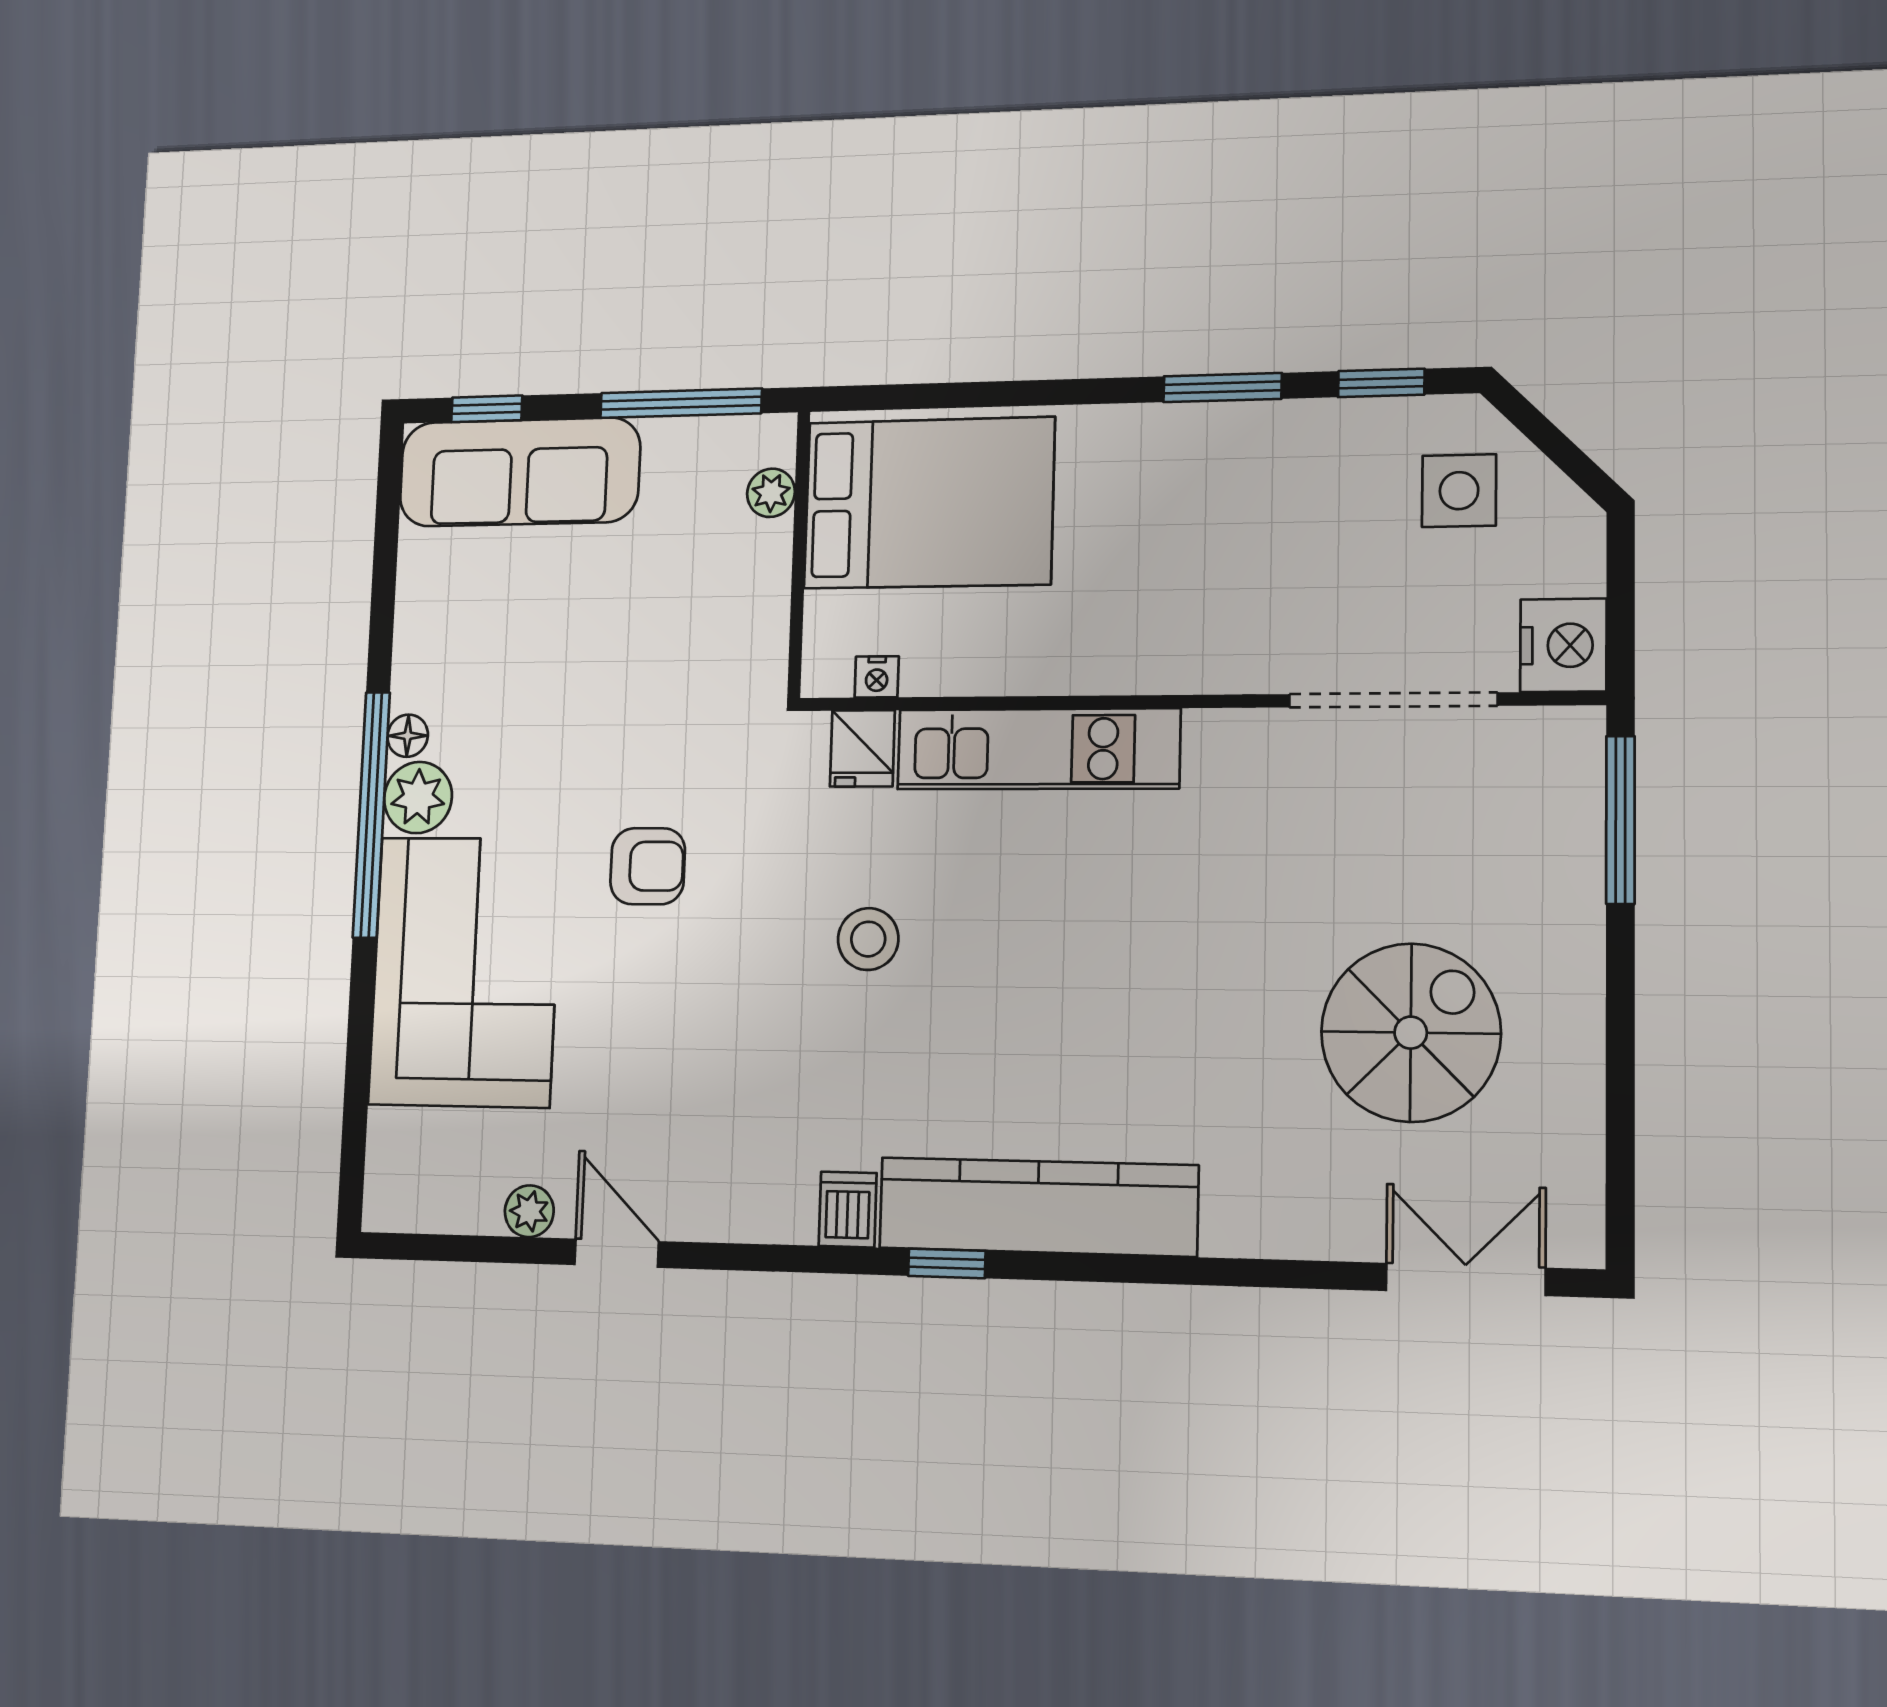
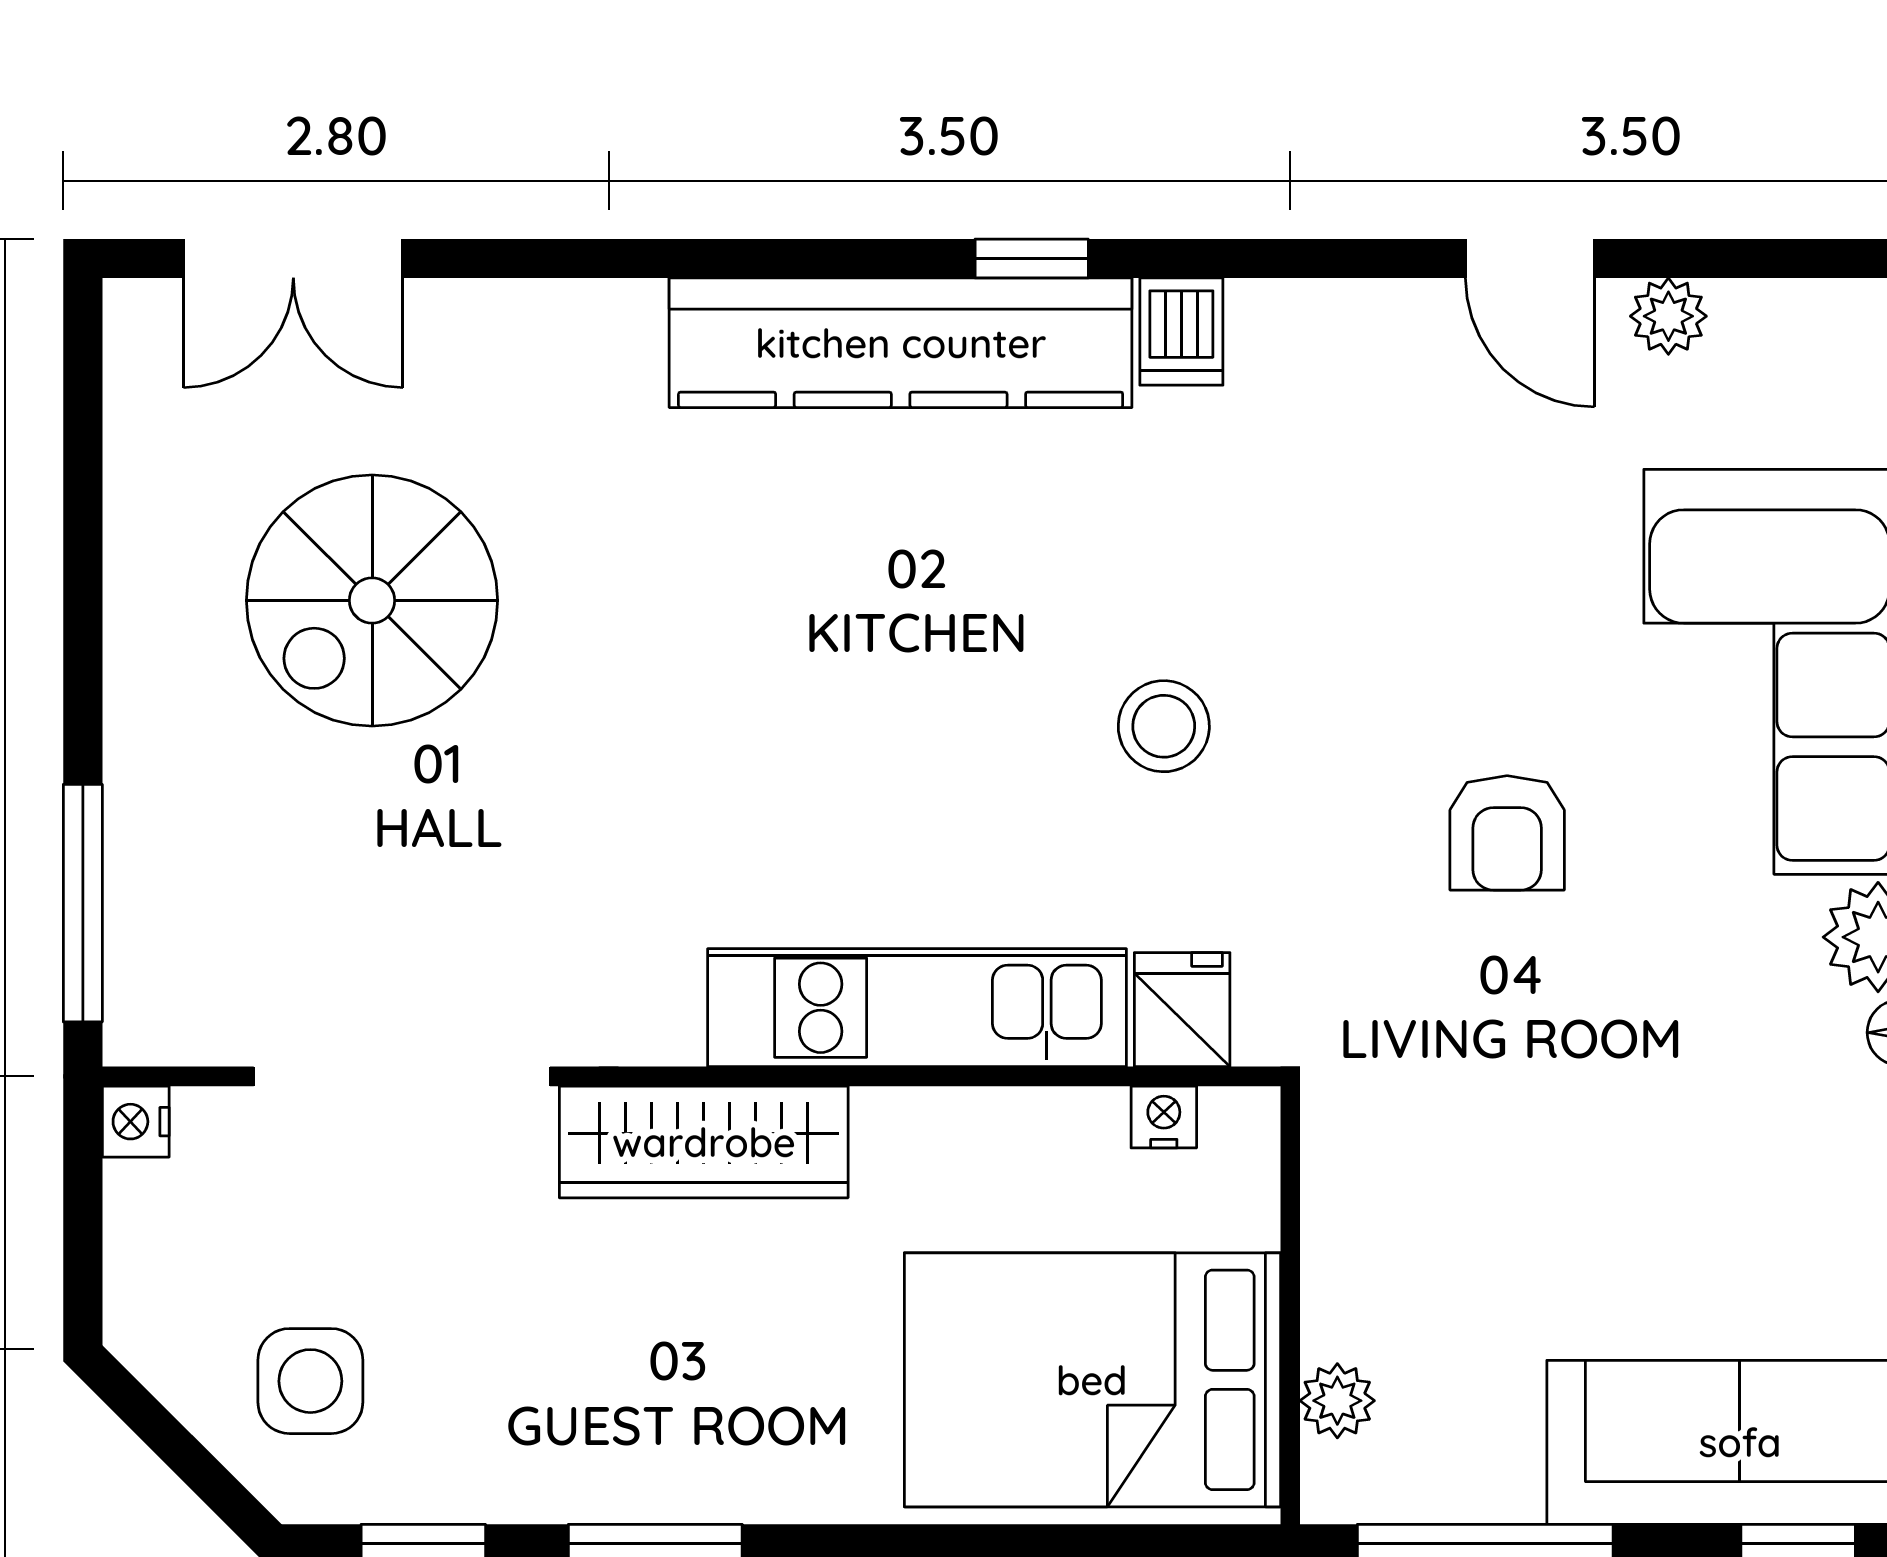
nightstand: (1563, 645) -> (136, 1122), width x0.53, depth x0.56
wardrobe: (1185, 657) -> (704, 1142), added
armchair: (648, 866) -> (1507, 833), turned -90

